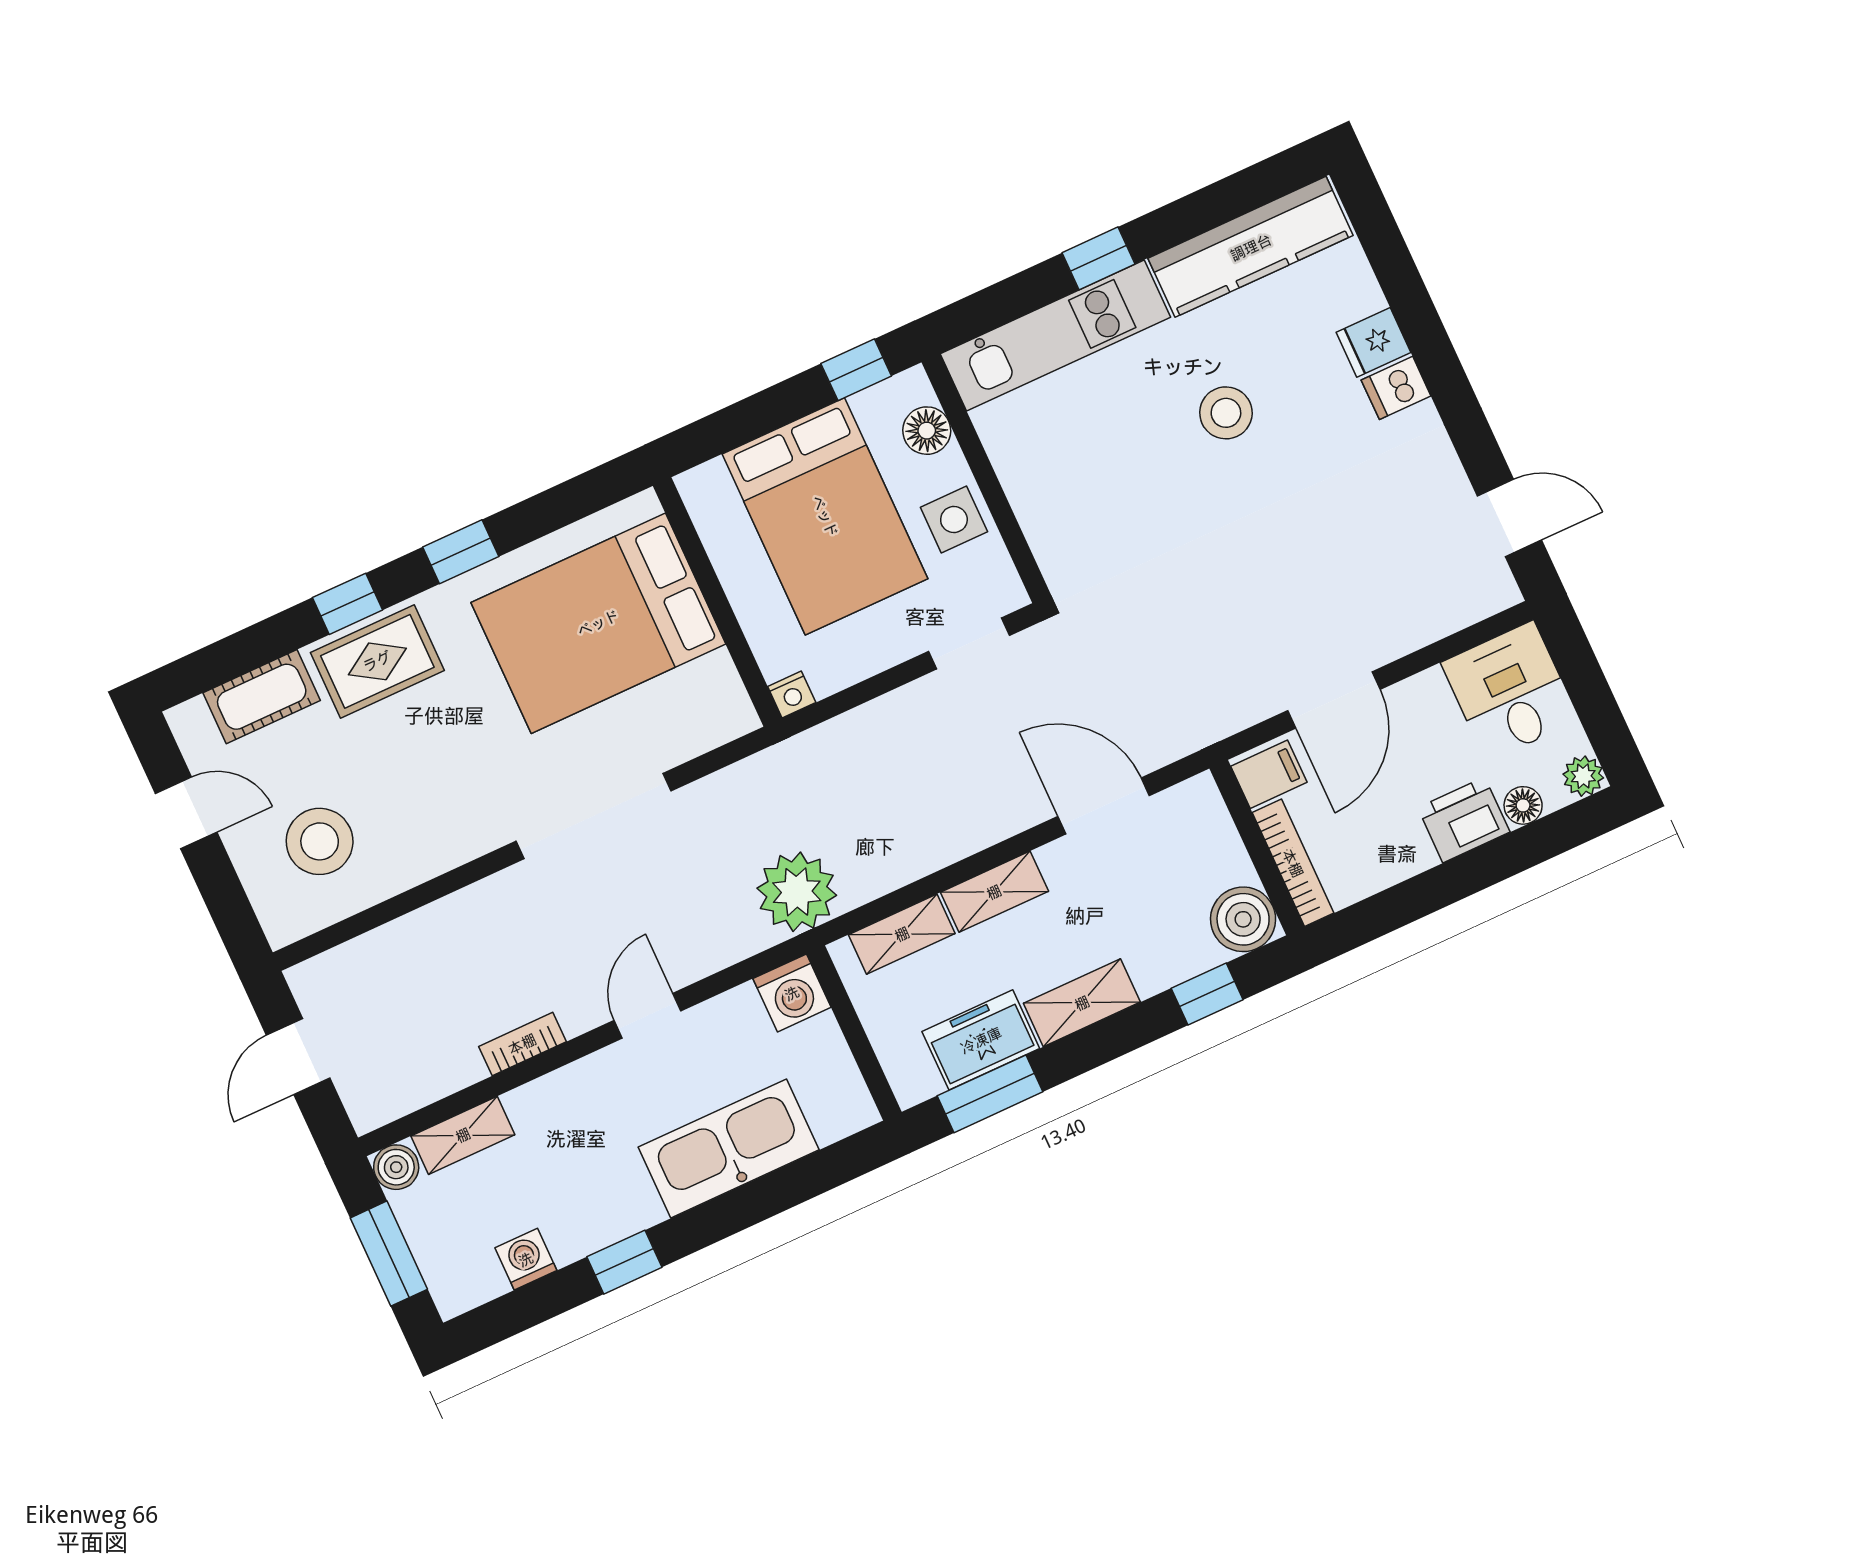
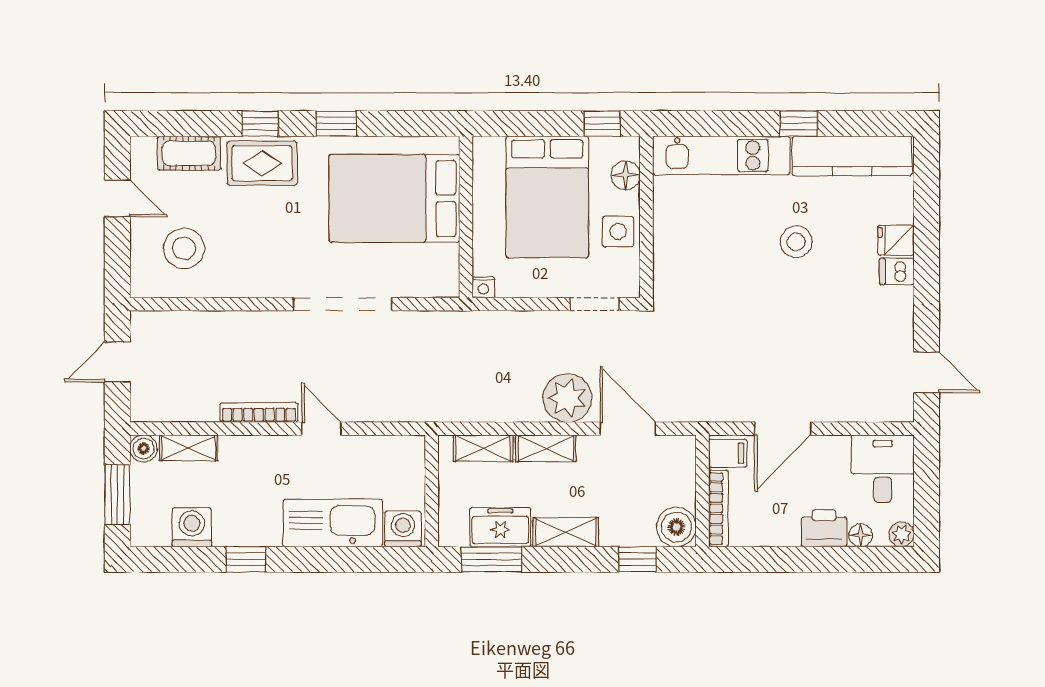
window: (1098, 258) -> (799, 124), moved
plant: (797, 892) -> (567, 398), moved
washing machine: (792, 993) -> (403, 529), moved, turned 180
door: (647, 1016) -> (321, 429), hinge flipped
bookcase: (522, 1044) -> (259, 412), width x1.56
washing machine: (526, 1259) -> (192, 527), width x1.38, depth x1.38

